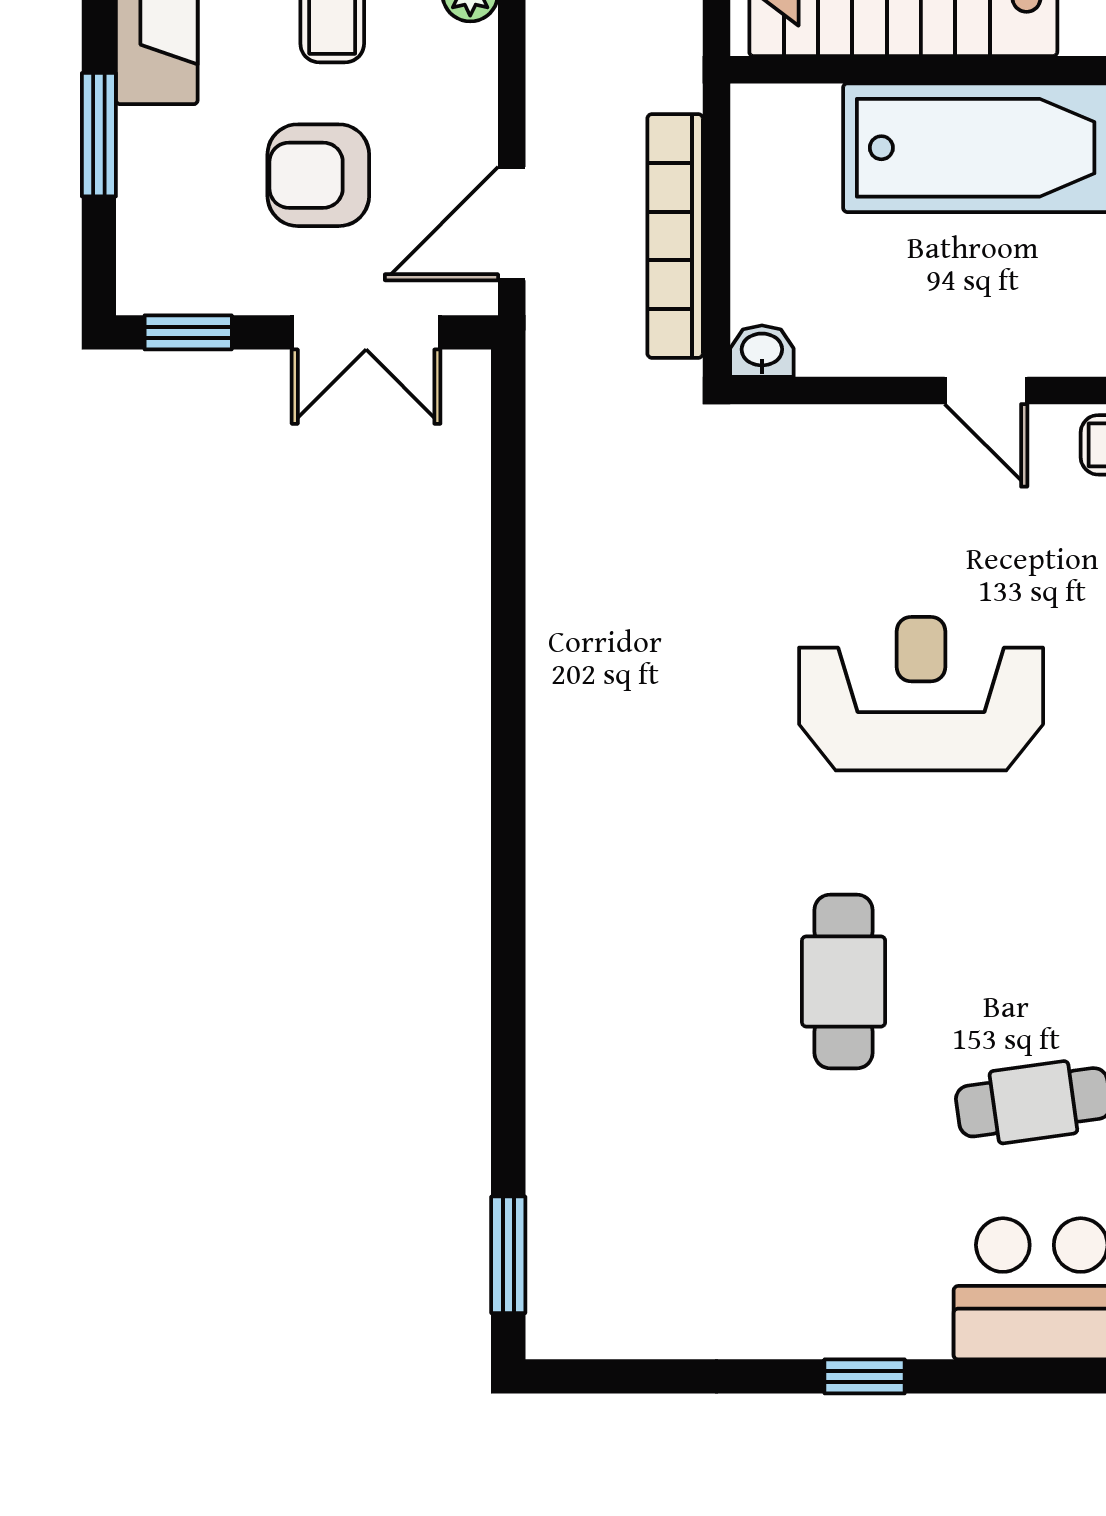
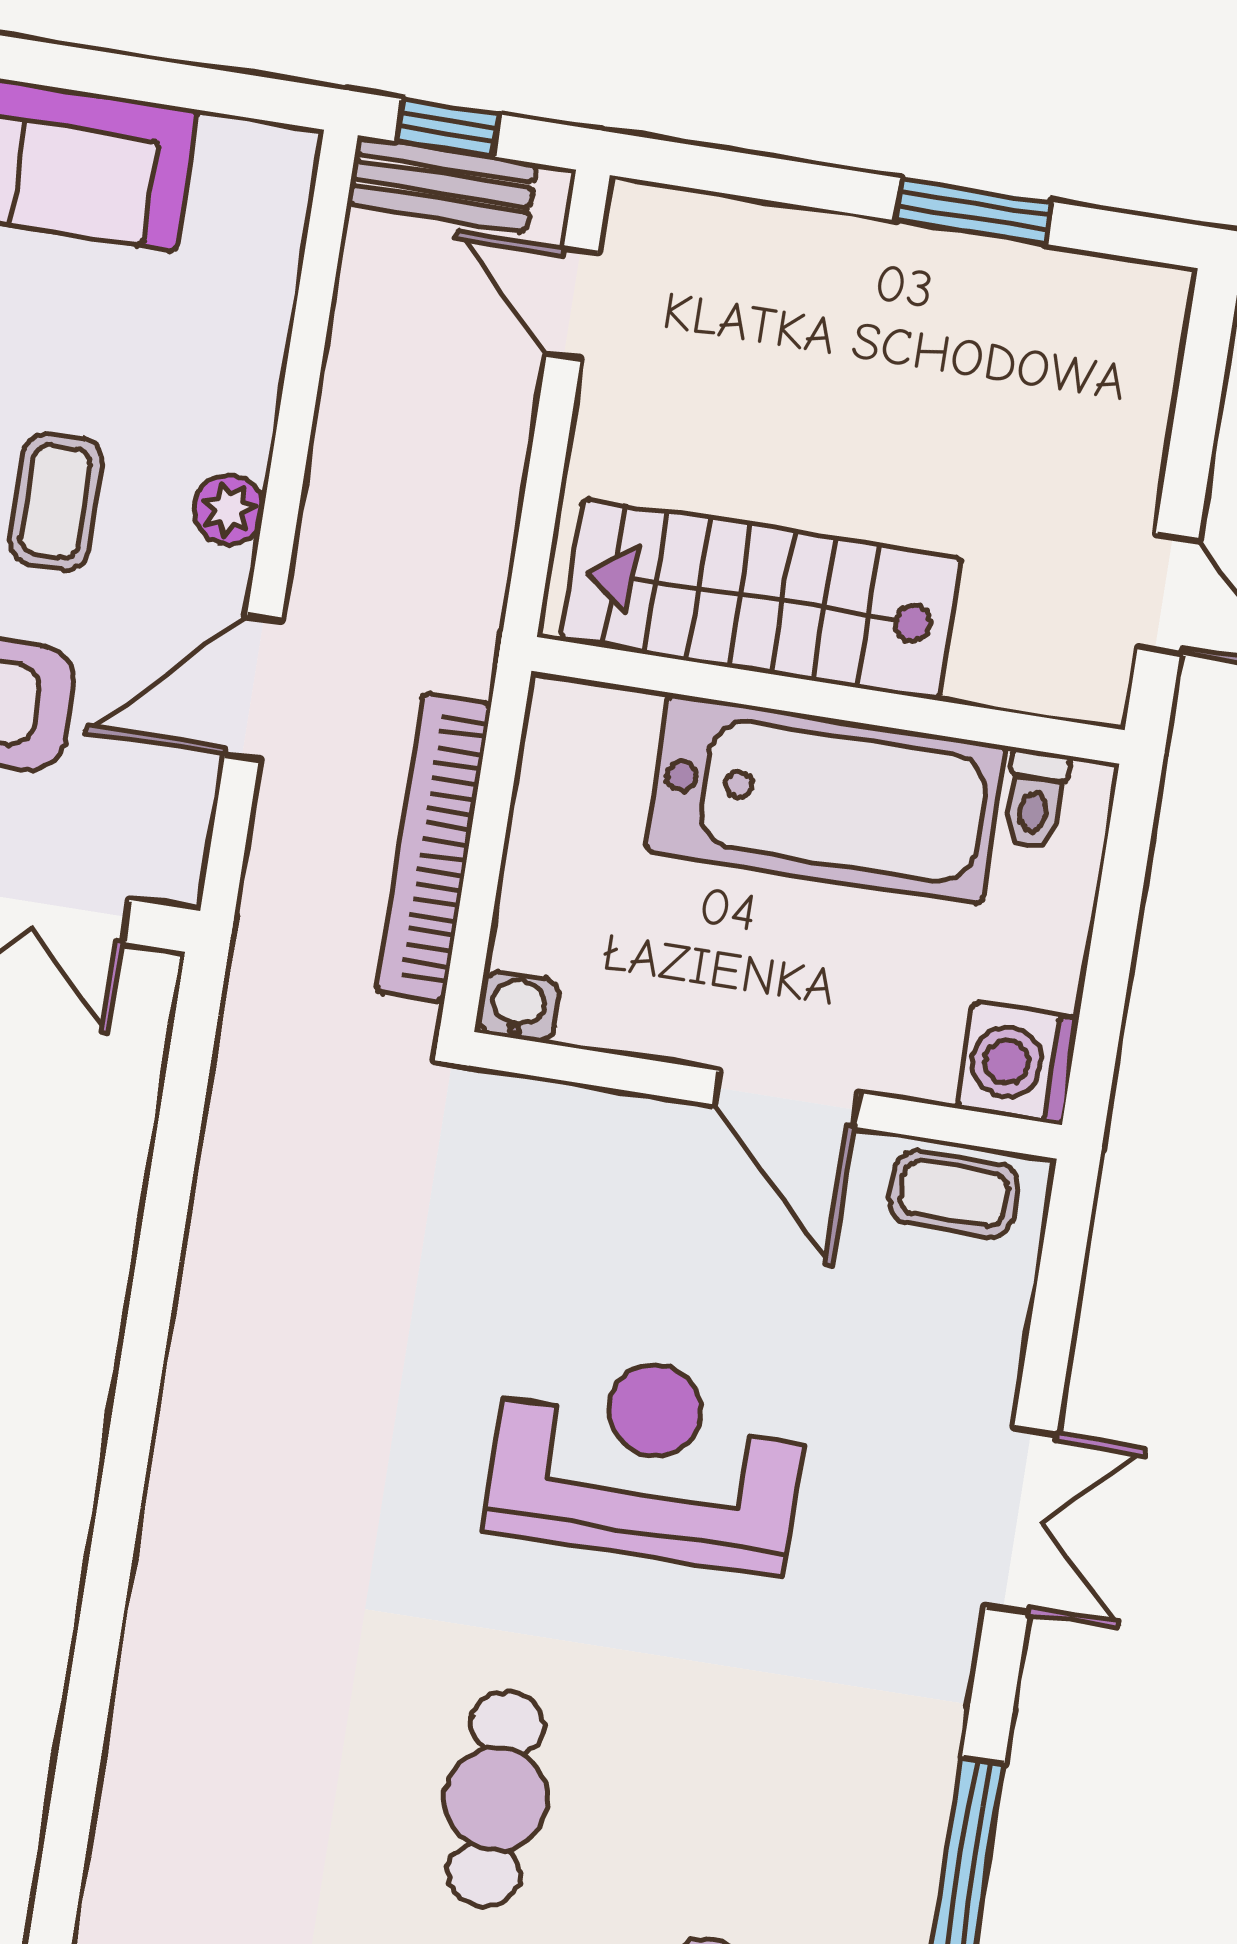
door: (512, 224) -> (253, 688), moved
door: (986, 390) -> (786, 1099), width x1.37

